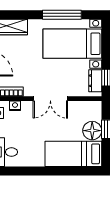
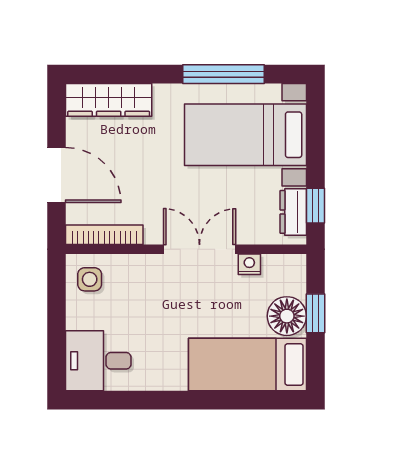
double door: (50, 99) -> (200, 249), swing flipped
nightstand: (15, 106) -> (249, 264), moved

